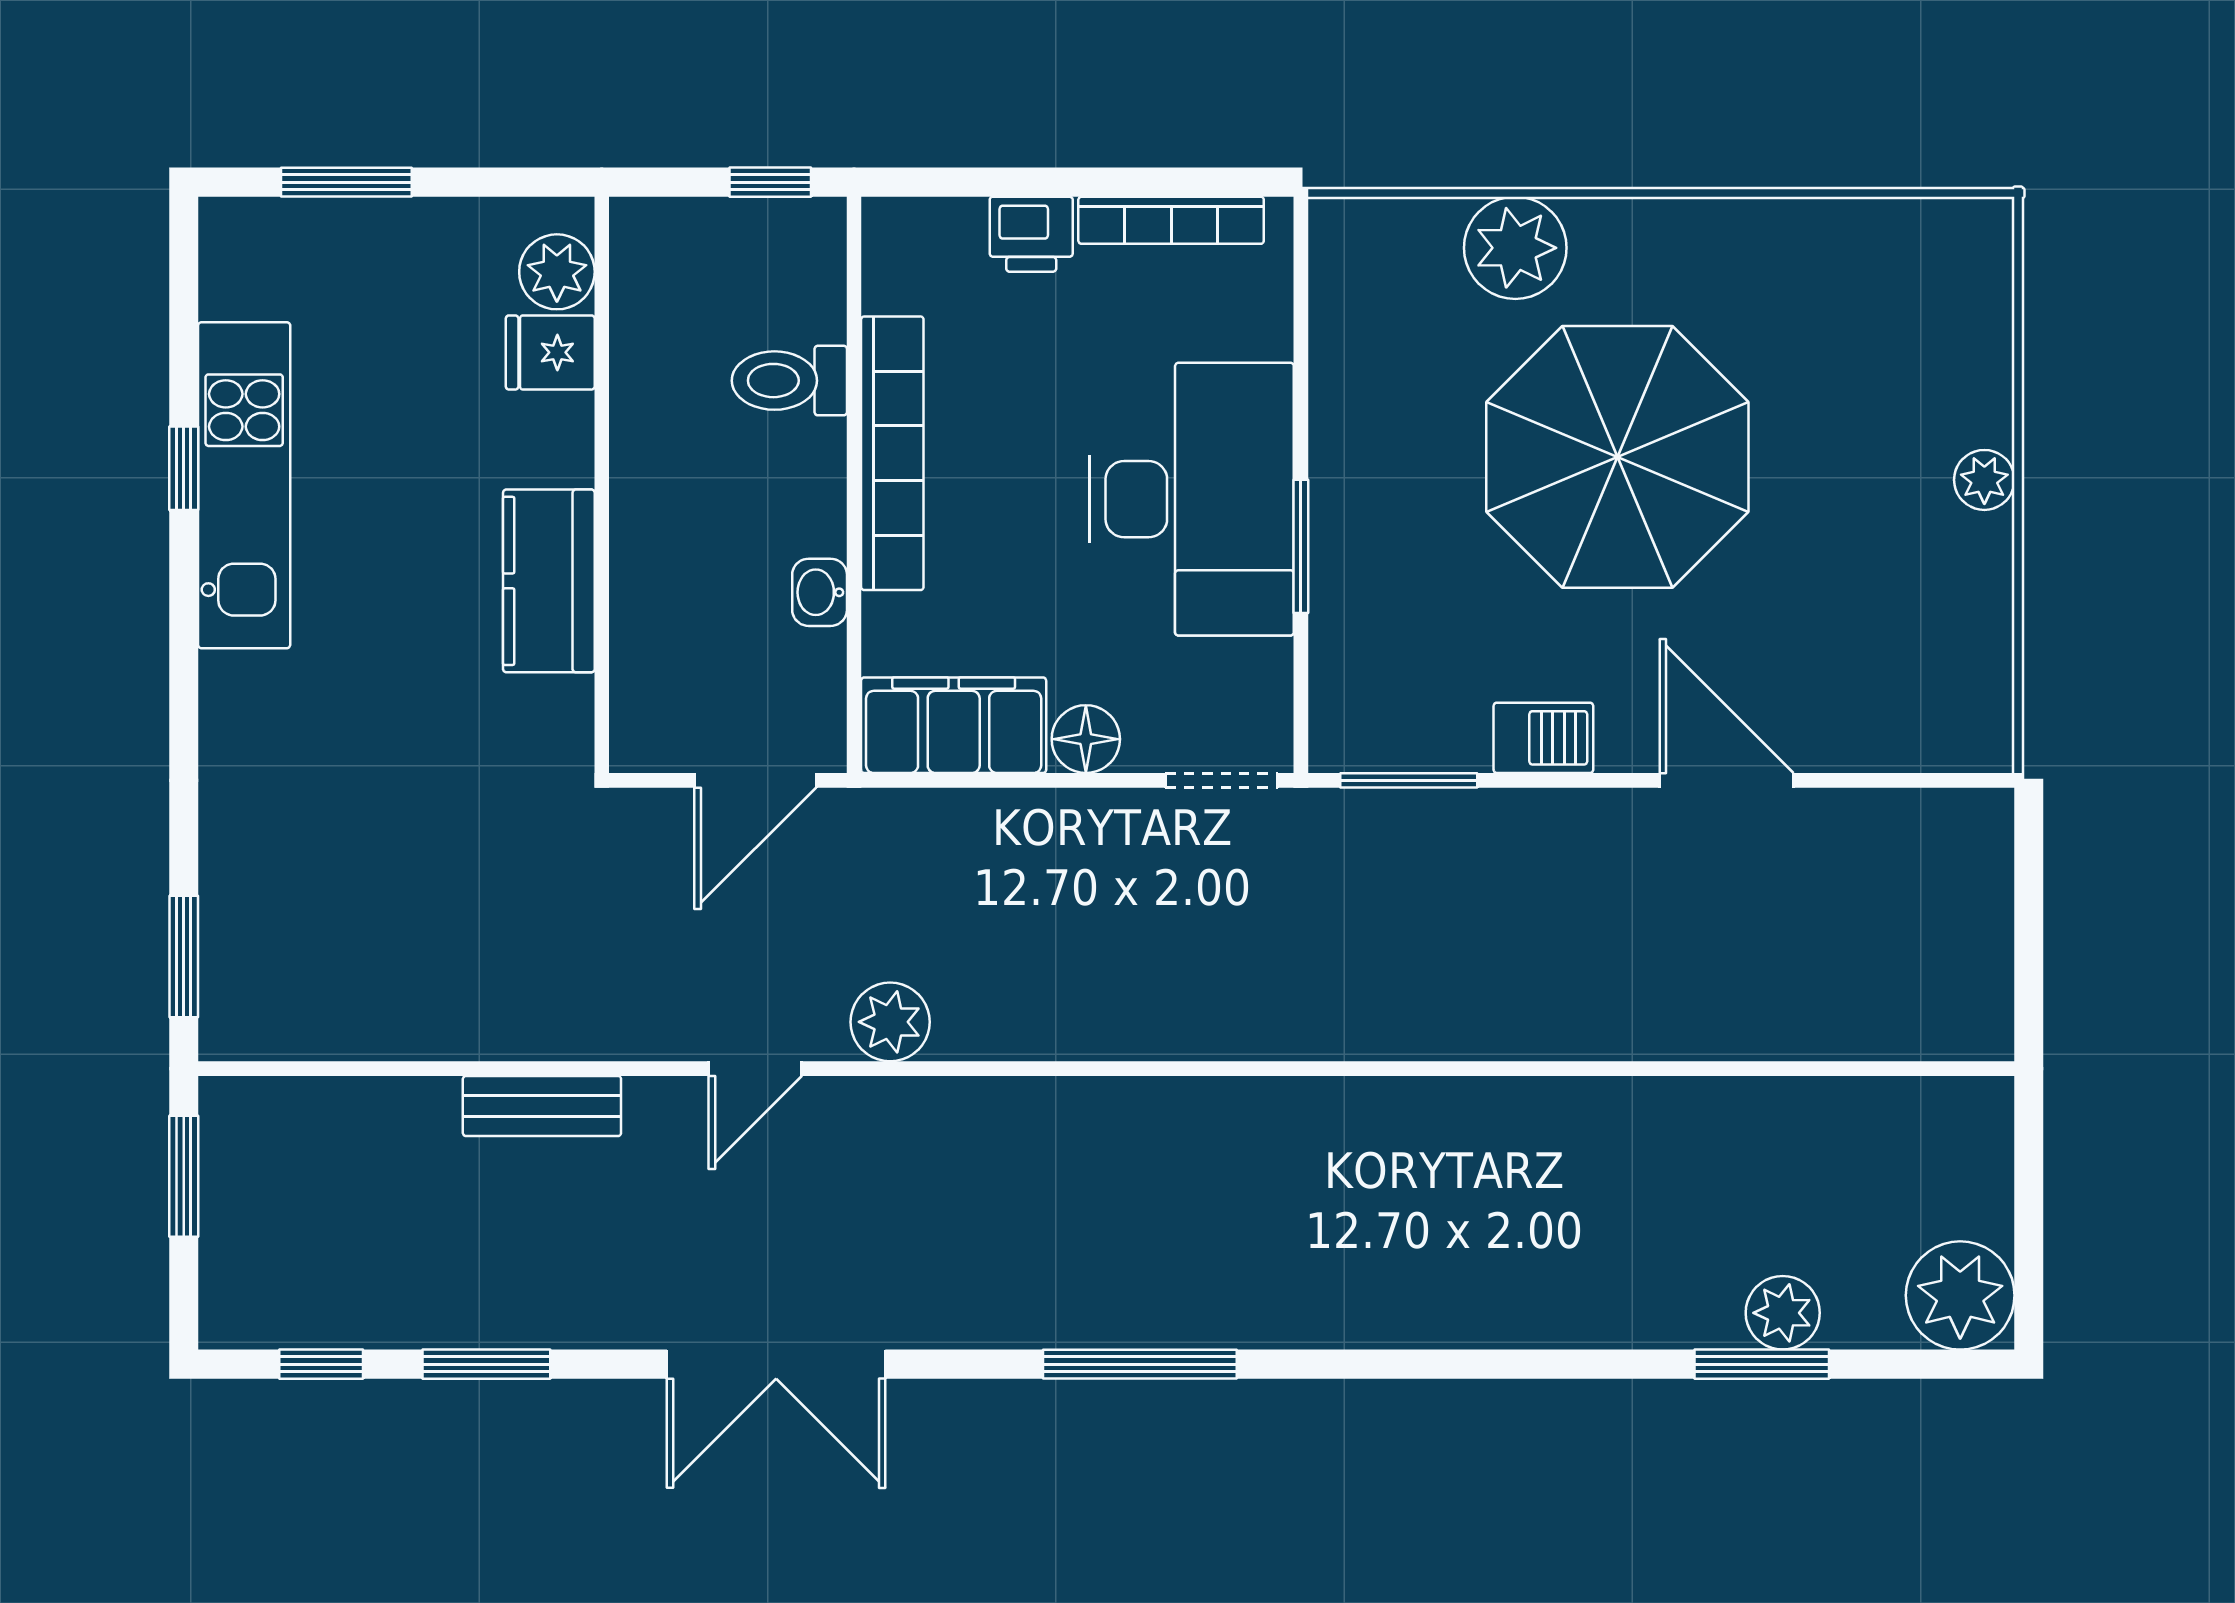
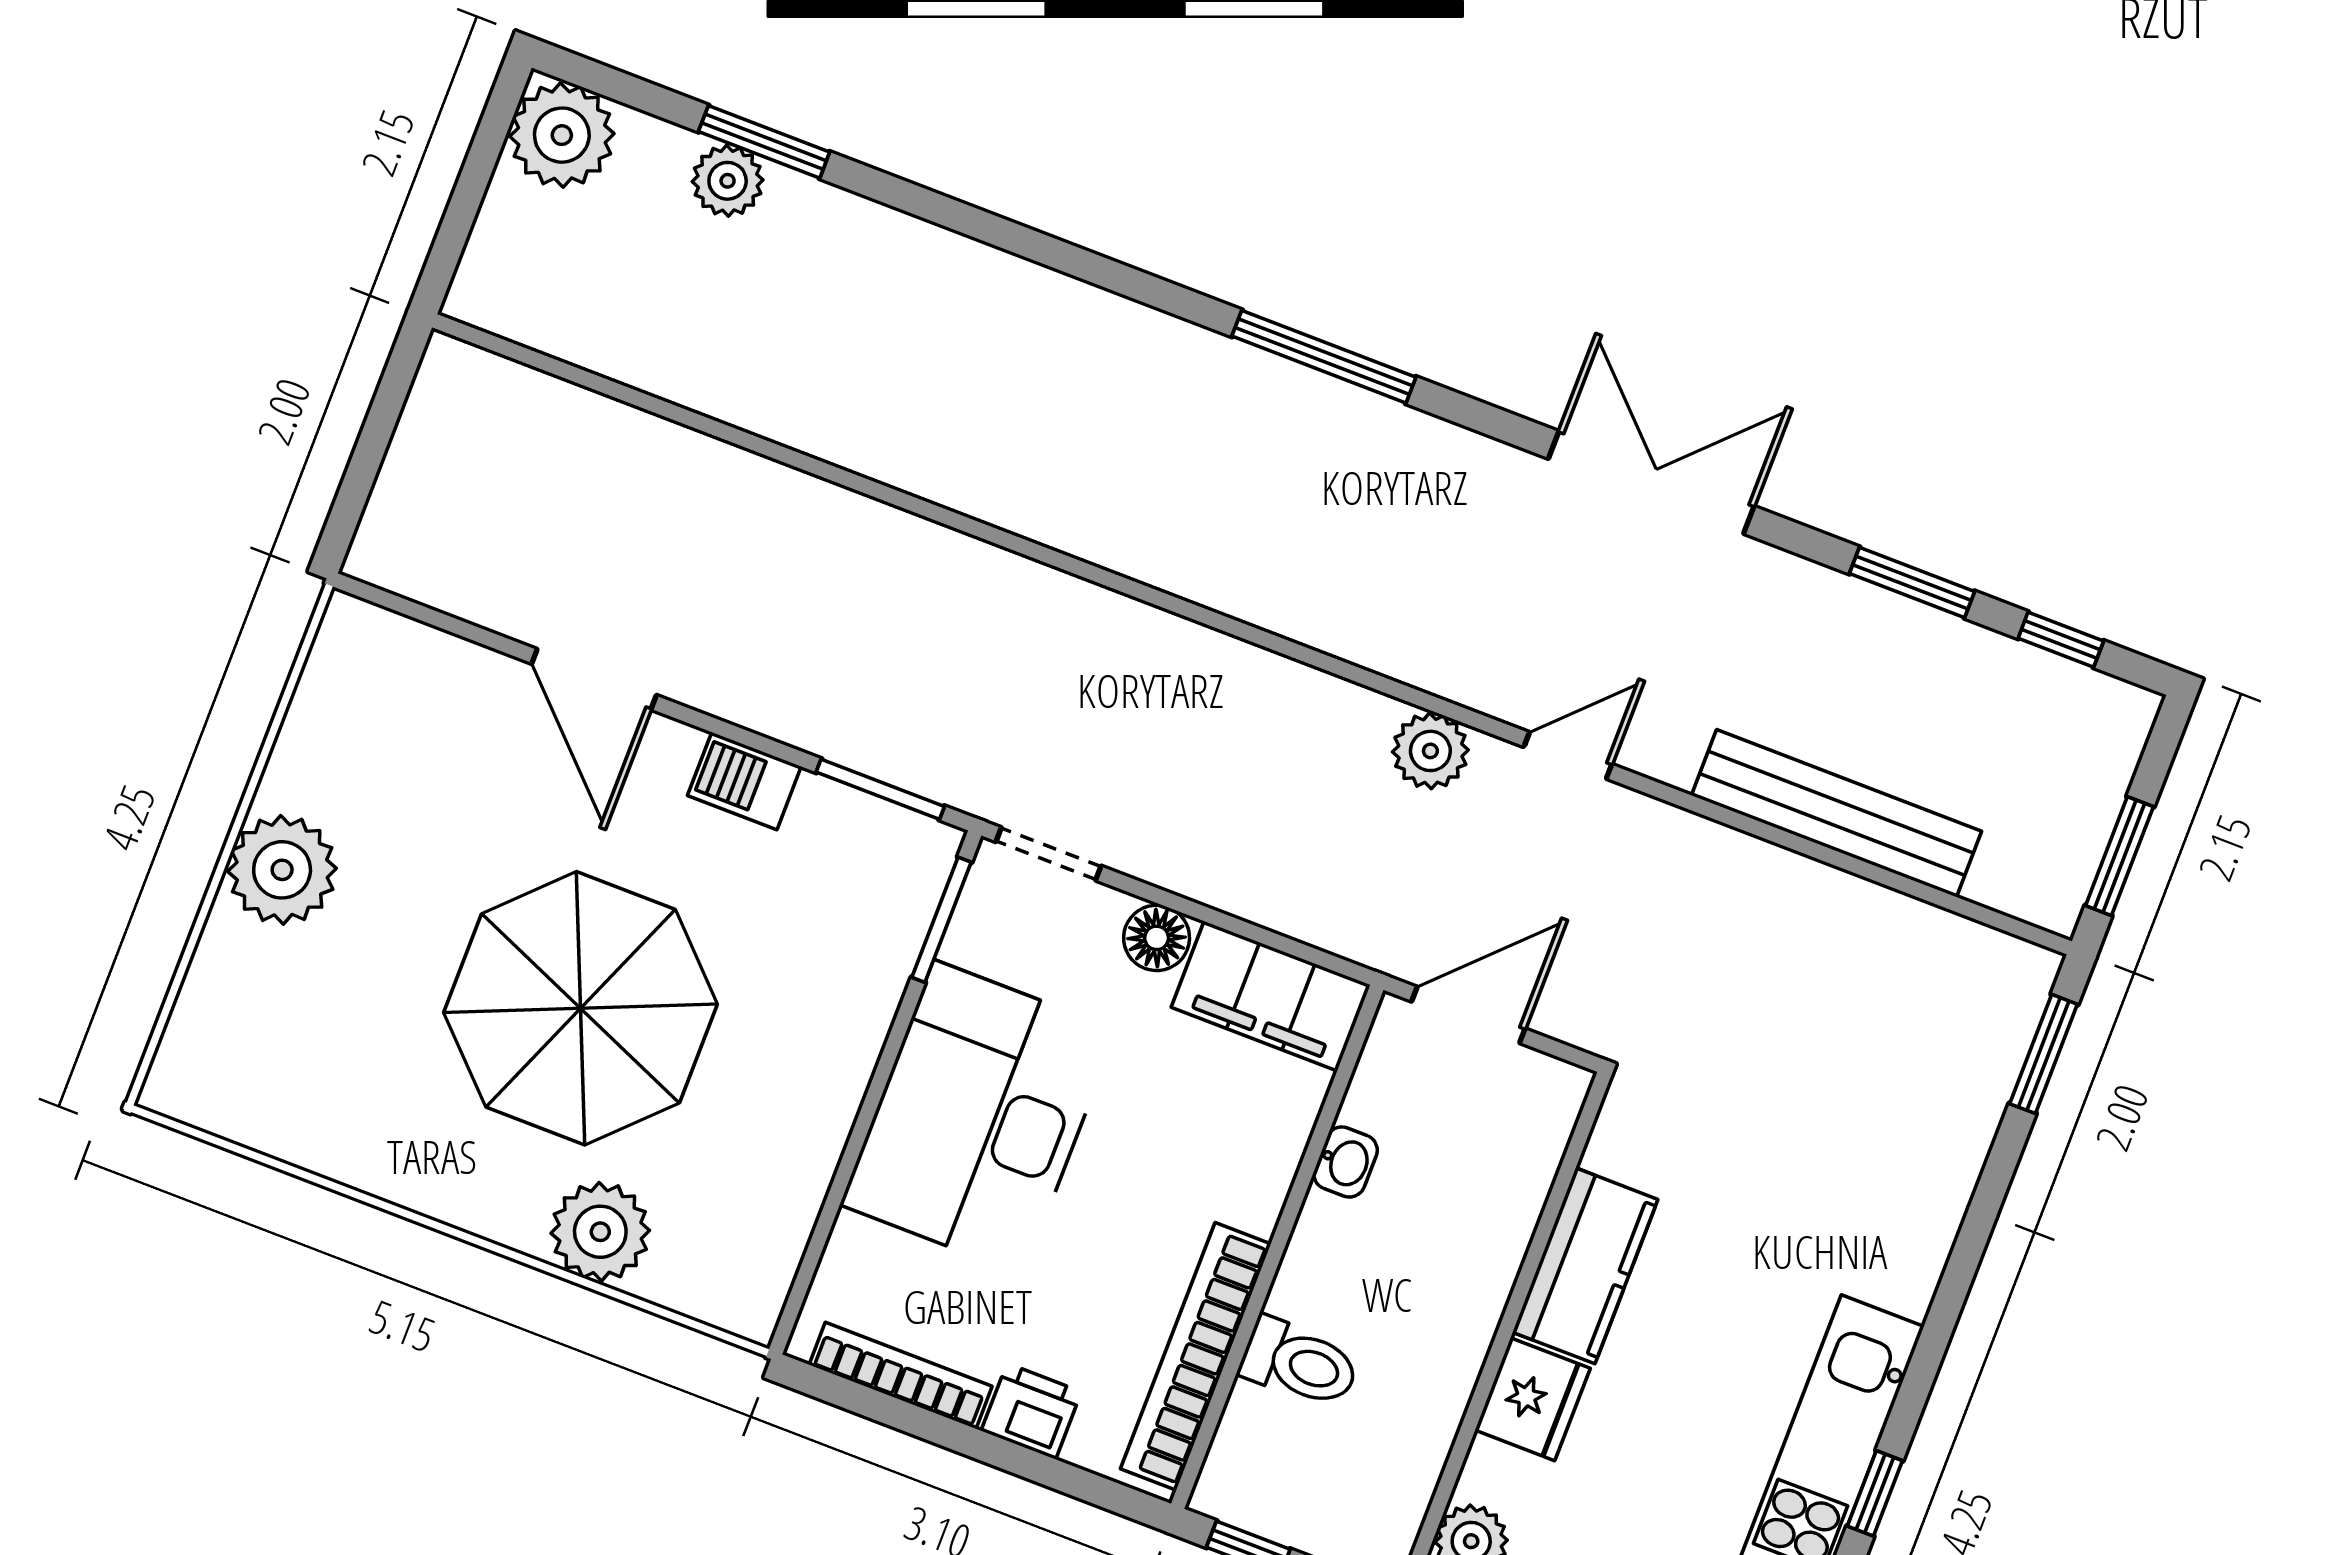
fridge: (550, 352) -> (1533, 1399), moved, width x1.38
bookcase: (892, 453) -> (1196, 1356), moved
plant: (1984, 480) -> (282, 870), width x1.88, depth x1.88
window: (1301, 546) -> (941, 920), moved
bench: (542, 1106) -> (1836, 813), width x1.86, depth x1.21

